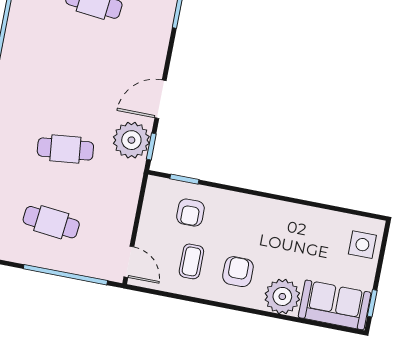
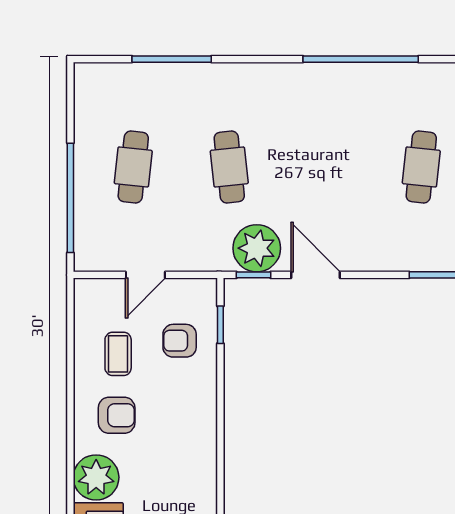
coffee table: (191, 261) -> (118, 354), turned 90
door: (129, 262) -> (145, 275), moved

